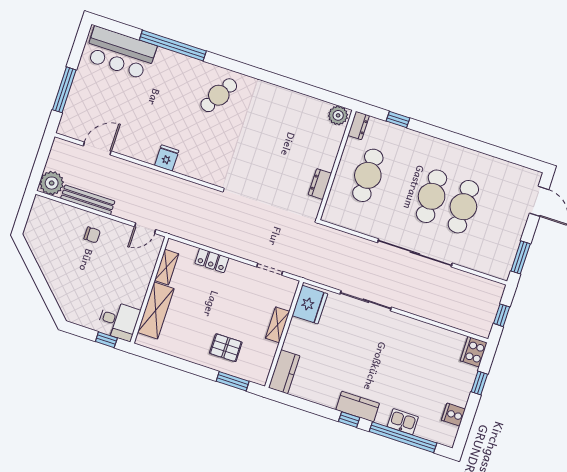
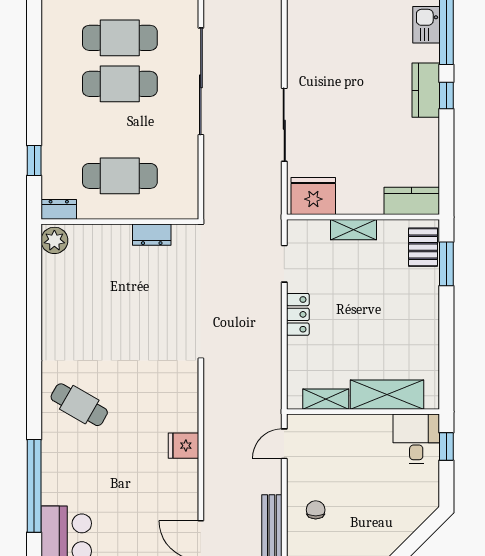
door: (145, 228) -> (284, 444), swing flipped
locker: (212, 261) -> (298, 314), moved
pallet: (226, 348) -> (423, 247), moved

